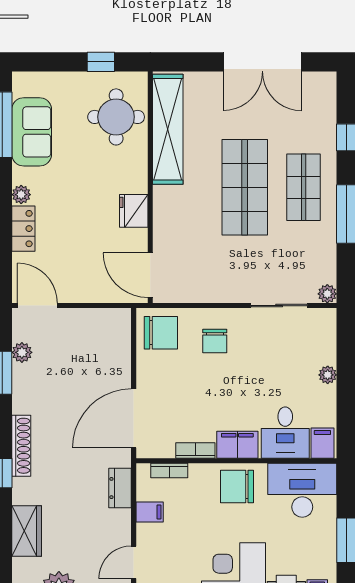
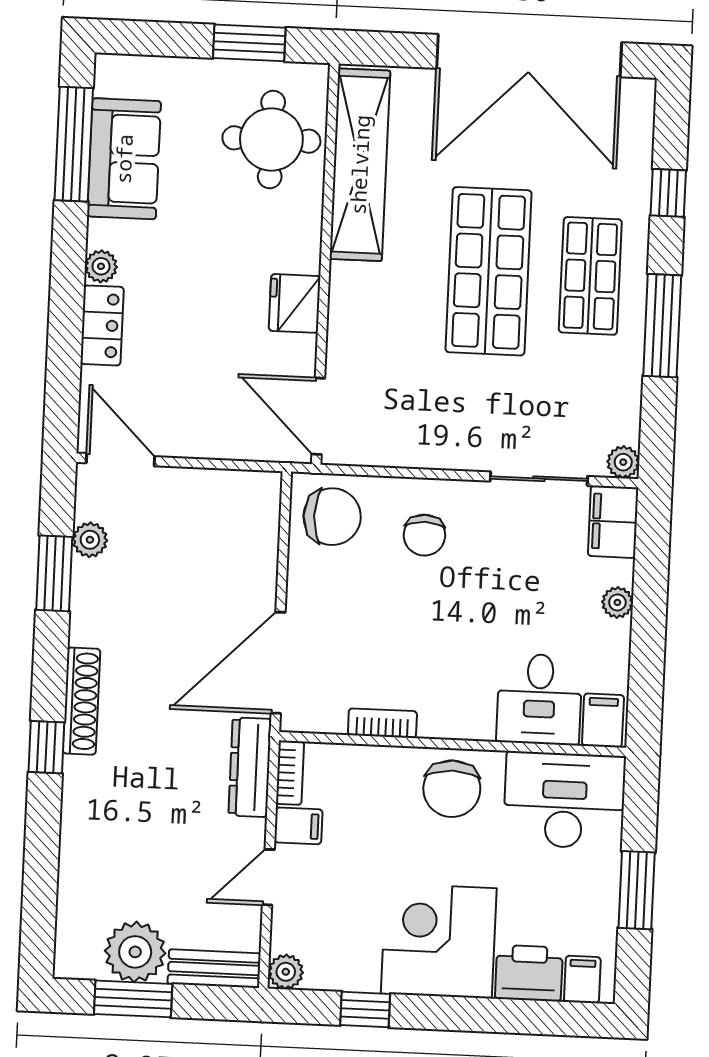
window: (101, 62) -> (249, 43), width x1.50
double door: (262, 62) -> (529, 56), width x1.36
filing cabinet: (237, 445) -> (613, 522), moved, turned -90
bookcase: (169, 471) -> (290, 773), moved, turned -90
chair: (237, 486) -> (452, 789), turned -90
dresser: (120, 488) -> (250, 767), width x1.44
wardrobe: (27, 531) -> (84, 849), removed
door: (134, 562) -> (268, 877), moved

